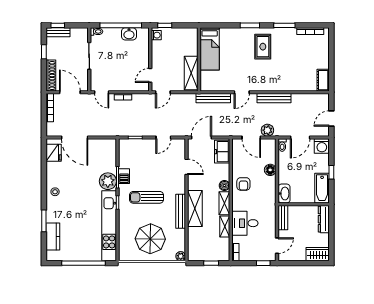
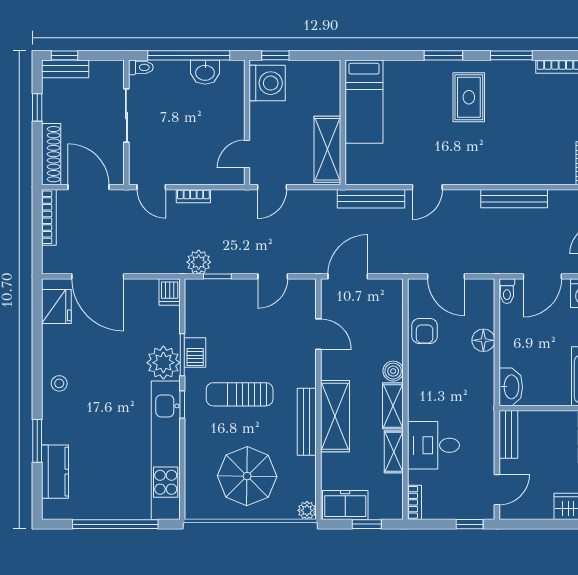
washing machine: (156, 35) -> (267, 83), width x1.89, depth x1.89
bench: (274, 98) -> (514, 199), moved
plant: (267, 130) -> (199, 262), moved
dishwasher: (111, 145) -> (170, 292), added
freezer: (222, 152) -> (345, 505), moved, turned 90
armchair: (243, 184) -> (425, 331), moved

